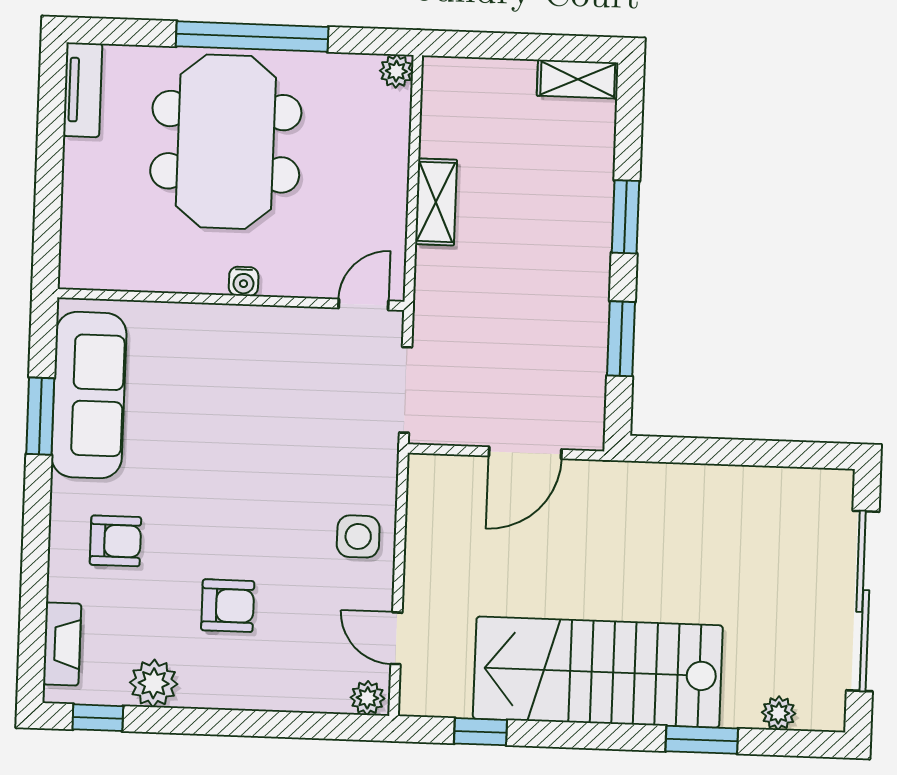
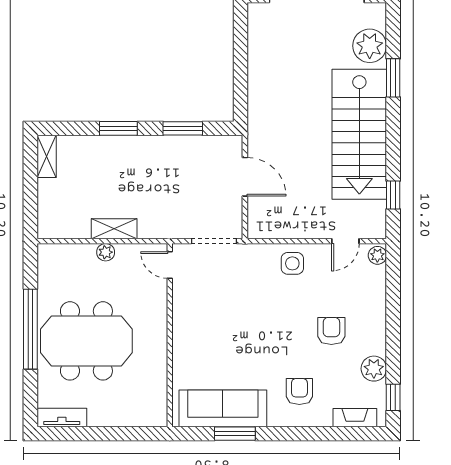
plant: (396, 71) -> (106, 252), moved
water cooler: (244, 281) -> (160, 329), removed
plant: (779, 713) -> (370, 46), width x1.88, depth x1.88

